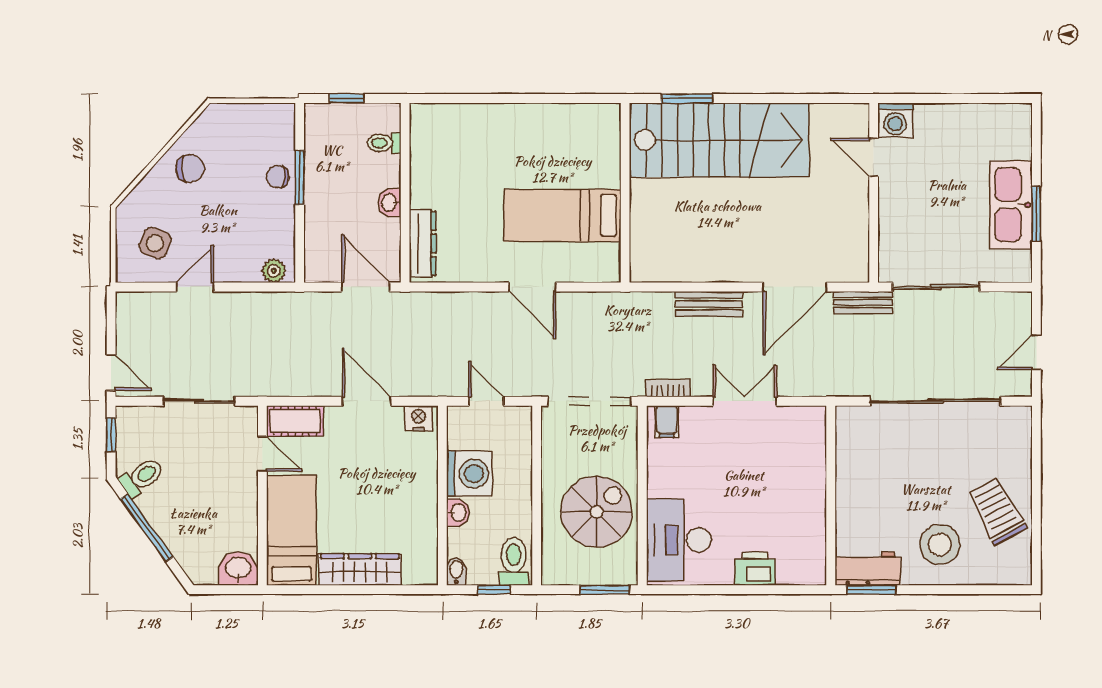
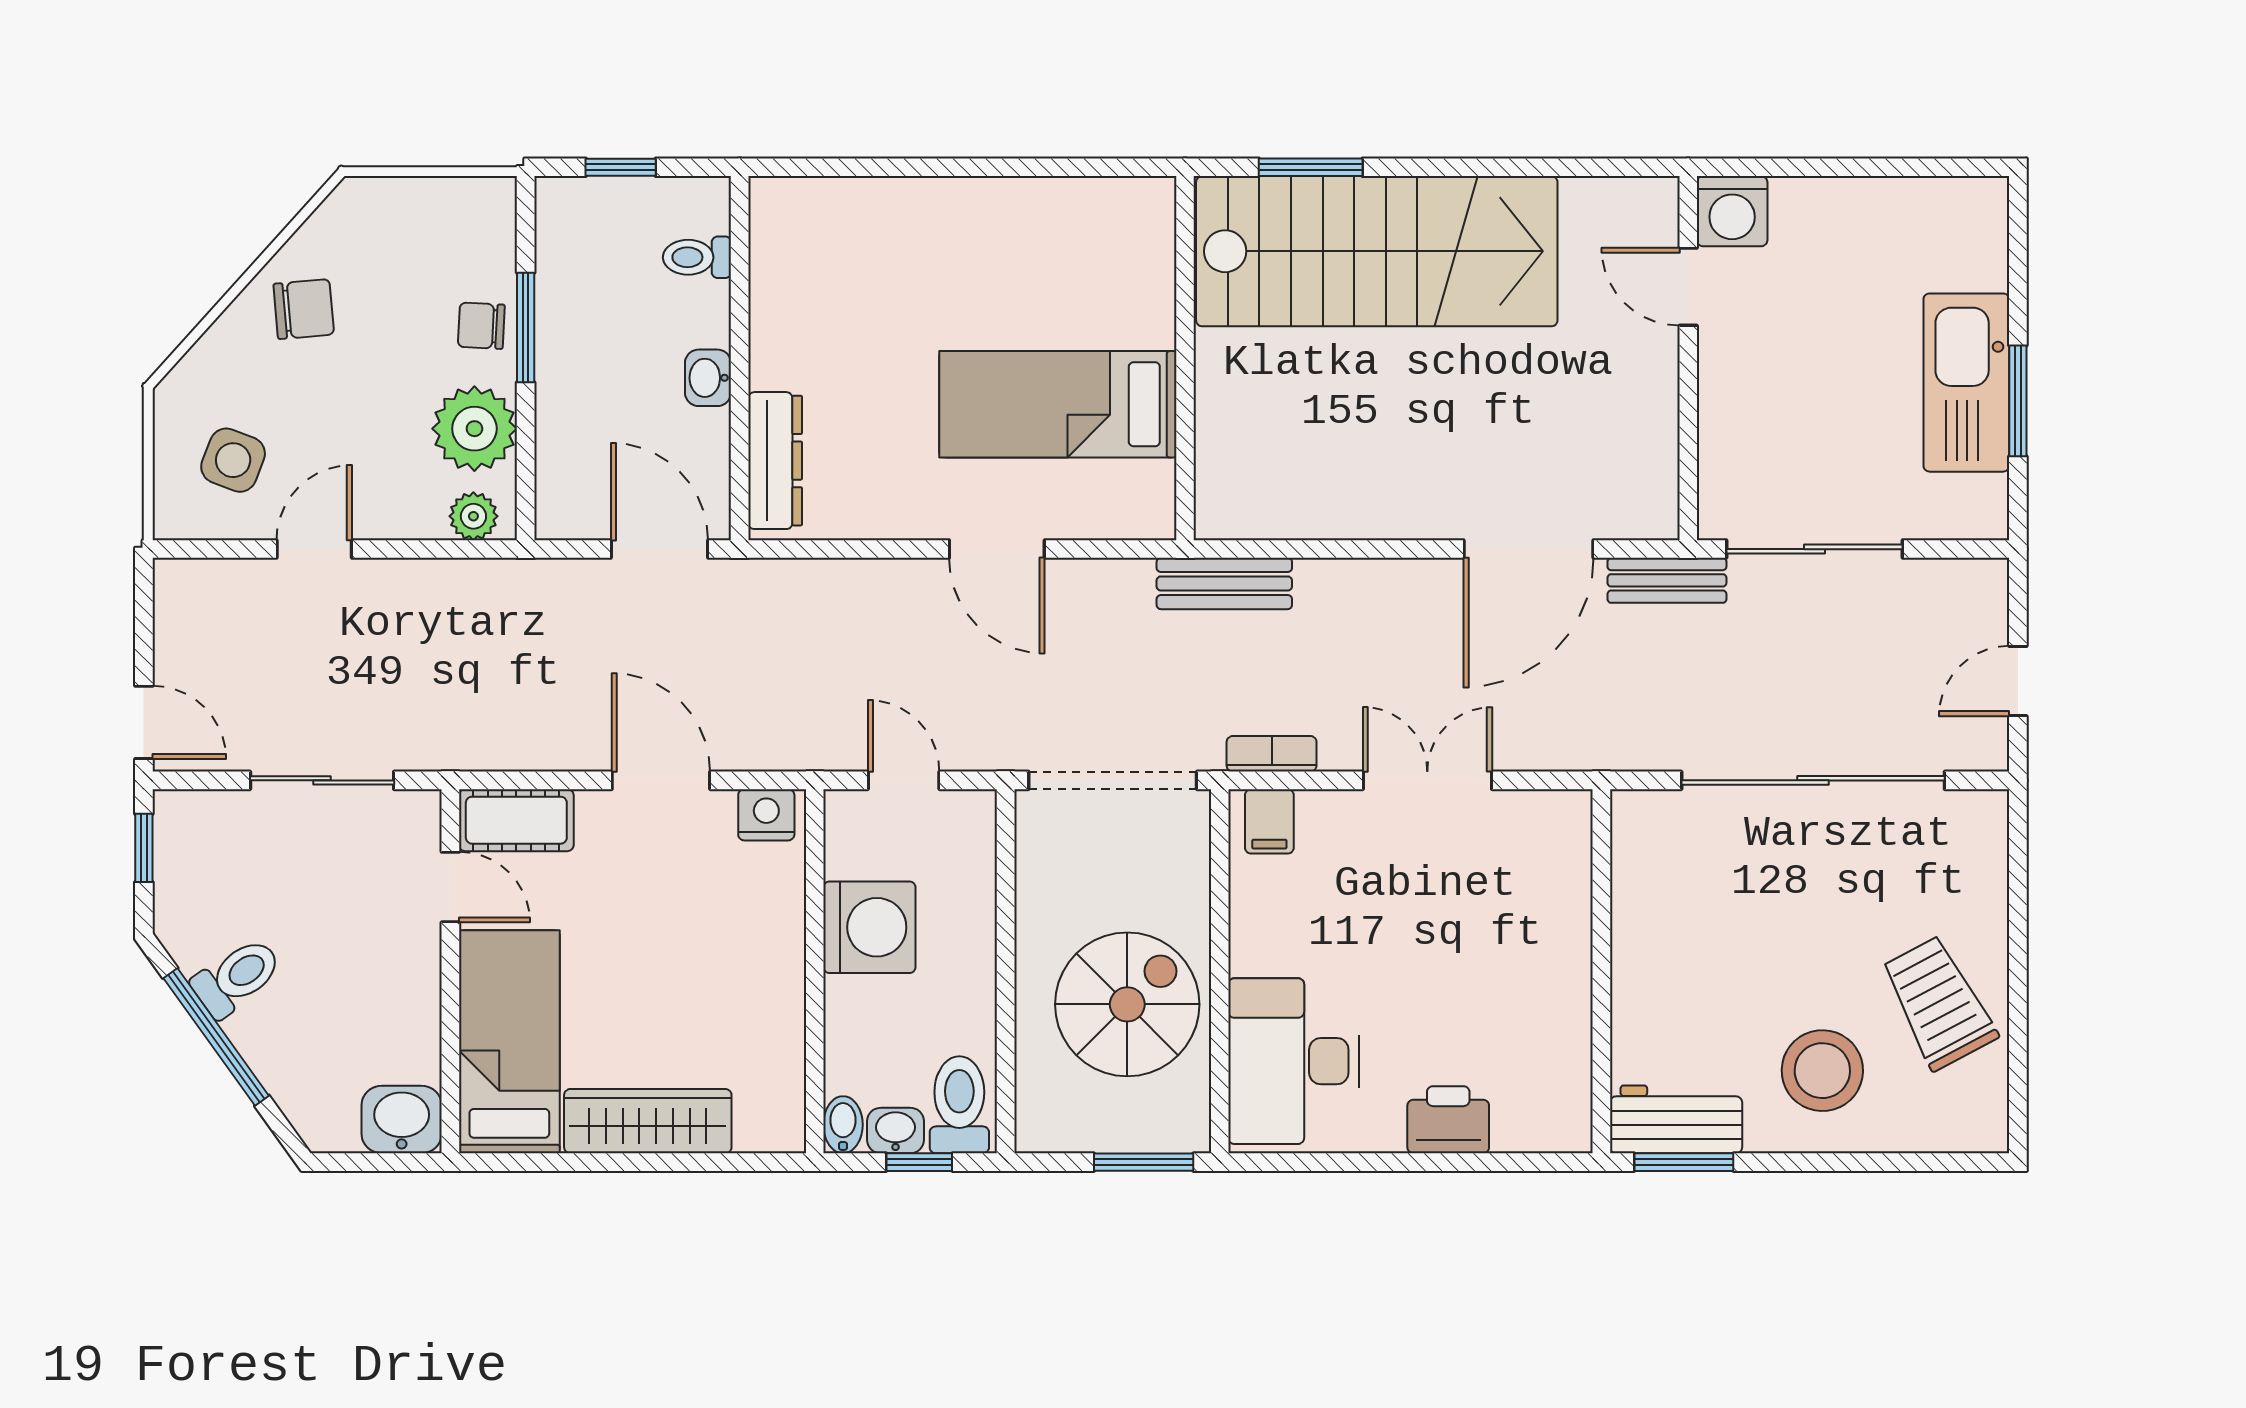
plant: (274, 228) -> (474, 429), added
bench: (709, 304) -> (1224, 583), moved
toilet: (142, 477) -> (237, 977), moved
washbasin: (458, 513) -> (896, 1131), moved, turned -90

